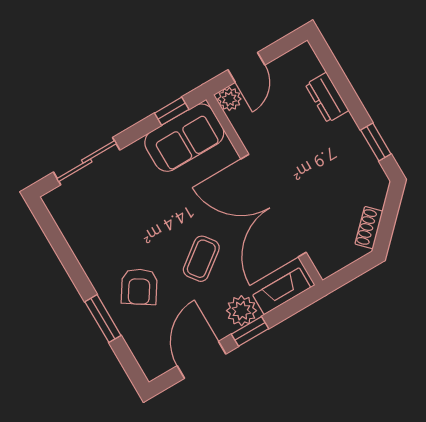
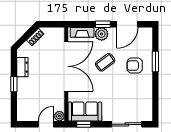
dresser: (327, 97) -> (22, 67), moved
window: (376, 142) -> (14, 84), moved
armchair: (139, 287) -> (135, 65), turned -123

